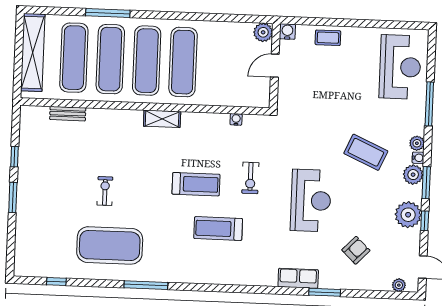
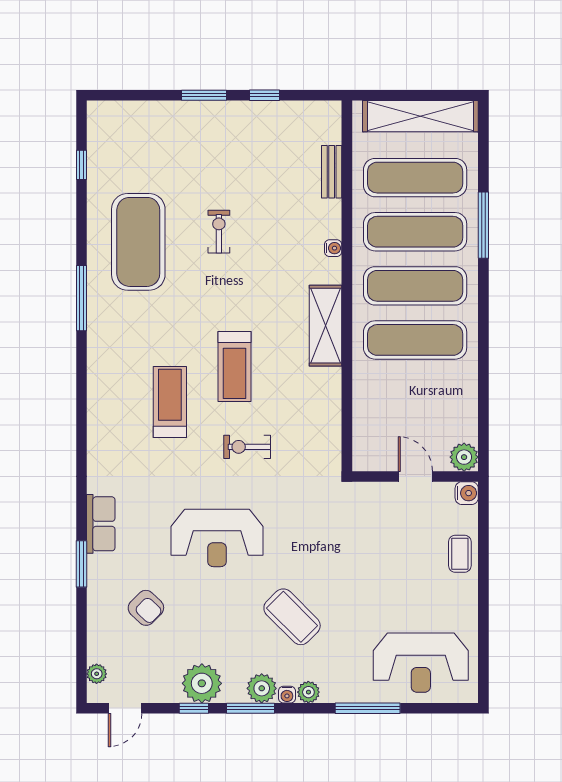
shelving: (162, 119) -> (325, 326), width x1.50, depth x1.33
water cooler: (236, 119) -> (333, 248), moved
coffee table: (366, 152) -> (292, 617), turned -69
exercise bike: (105, 191) -> (219, 232), turned -90

